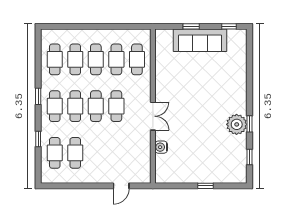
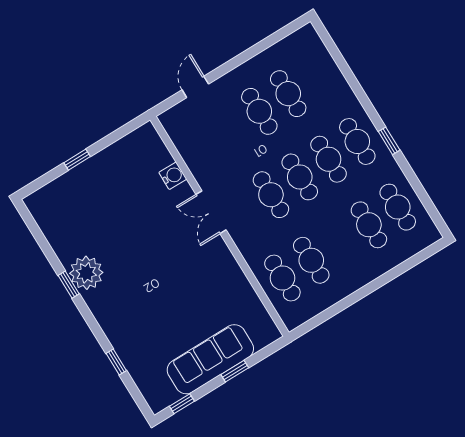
cafe table: (96, 59) -> (340, 243), removed
window: (38, 139) -> (352, 81), removed
cafe table: (55, 153) -> (259, 111), moved
window: (250, 157) -> (116, 362), moved

